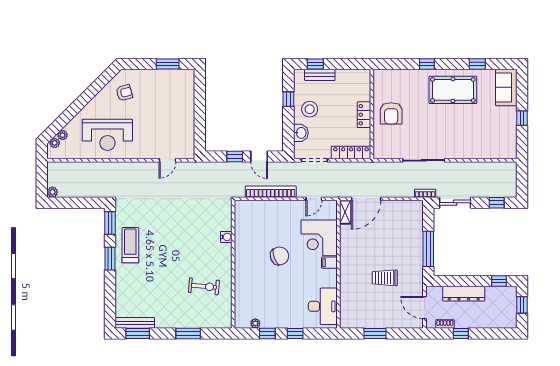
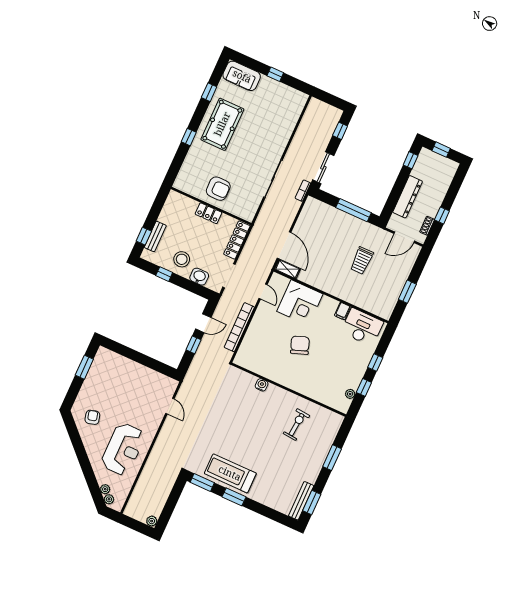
treadmill: (130, 245) -> (230, 473), width x1.37, depth x1.38
filing cabinet: (329, 263) -> (342, 311), moved

